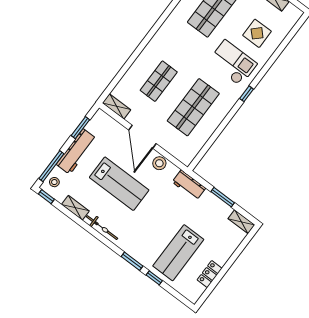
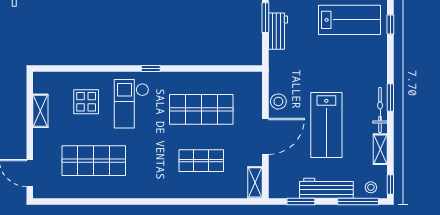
lab bench: (119, 184) -> (326, 125), turned 180
workbench: (189, 185) -> (278, 31), moved
window: (132, 261) -> (390, 97), moved

